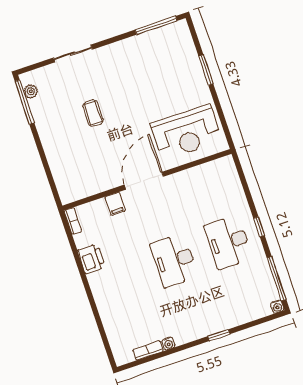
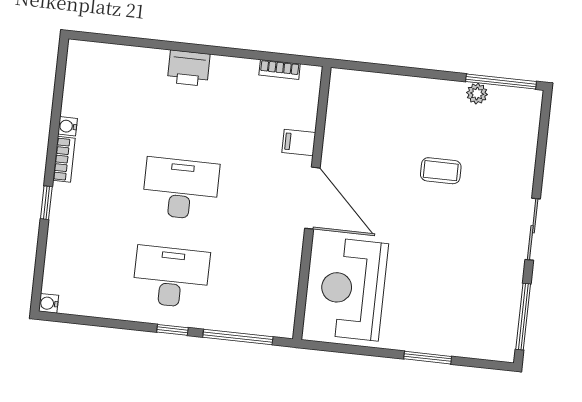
sliding door: (73, 54) -> (533, 229), moved
plant: (31, 91) -> (477, 94), moved
bookcase: (73, 221) -> (280, 69), moved
printer: (91, 259) -> (189, 68), moved
window: (277, 279) -> (238, 337), moved
bookcase: (148, 350) -> (64, 159), moved

